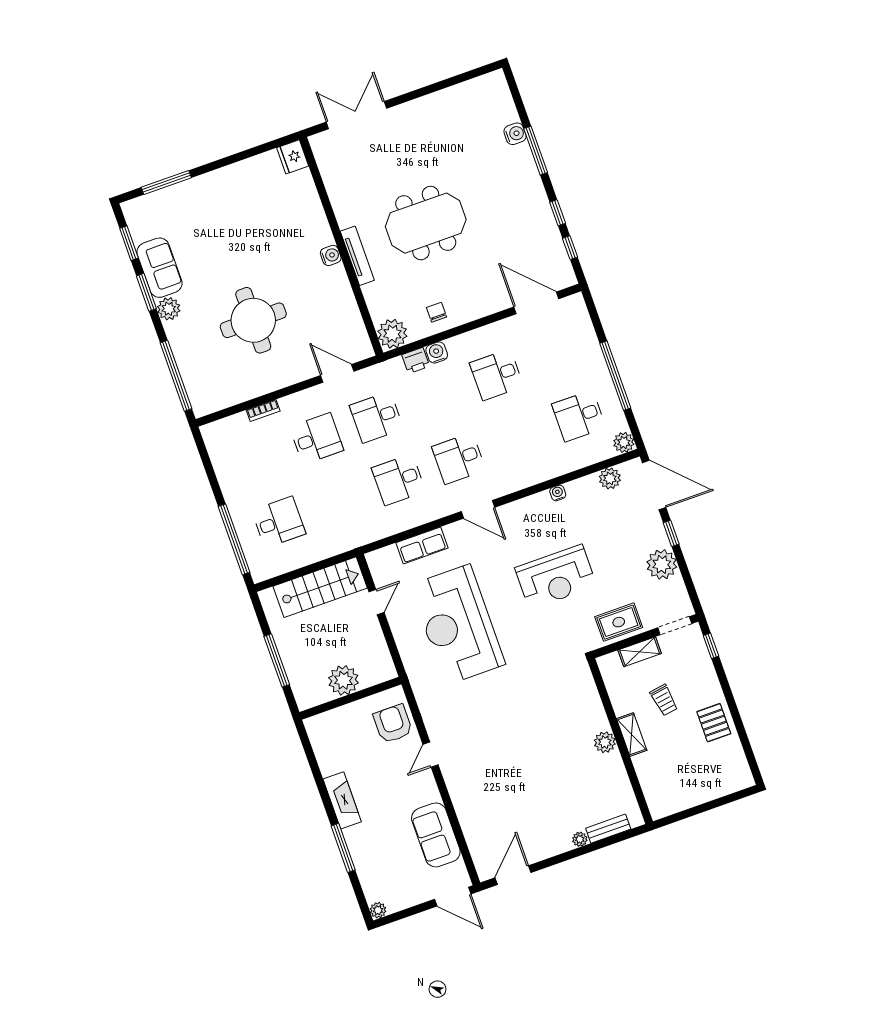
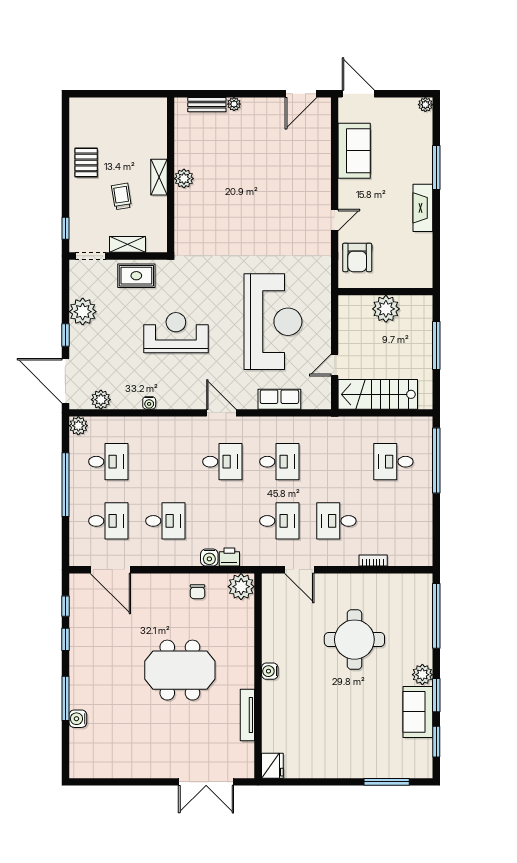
tv unit: (357, 256) -> (247, 715), moved
desk: (557, 353) -> (108, 521), added

